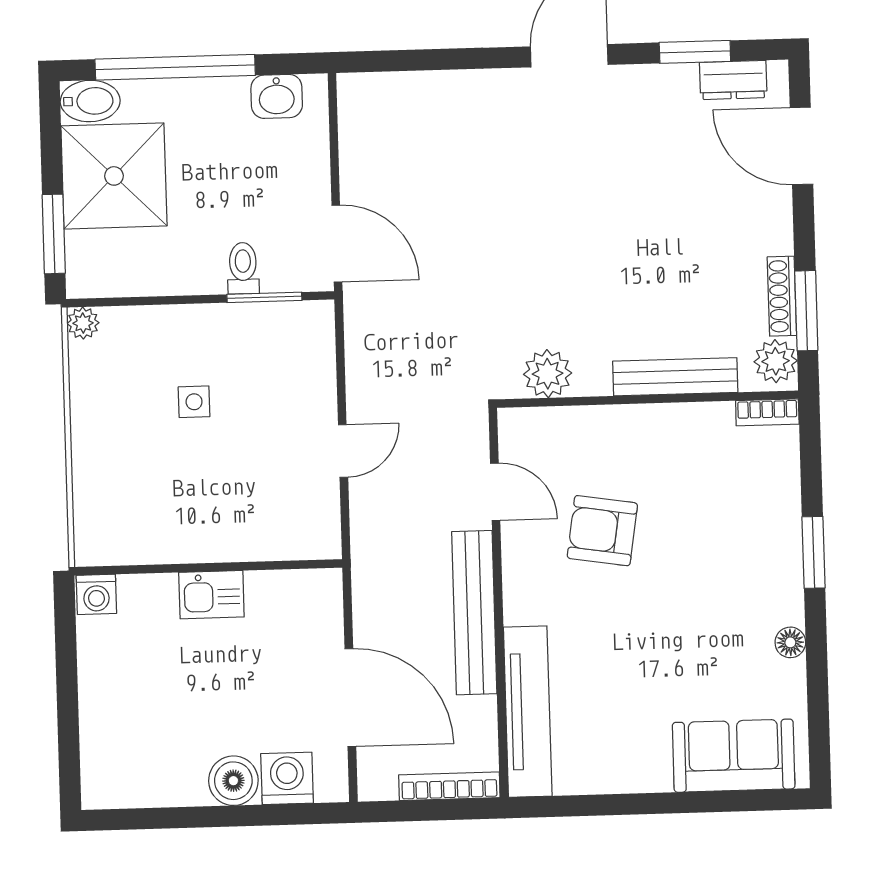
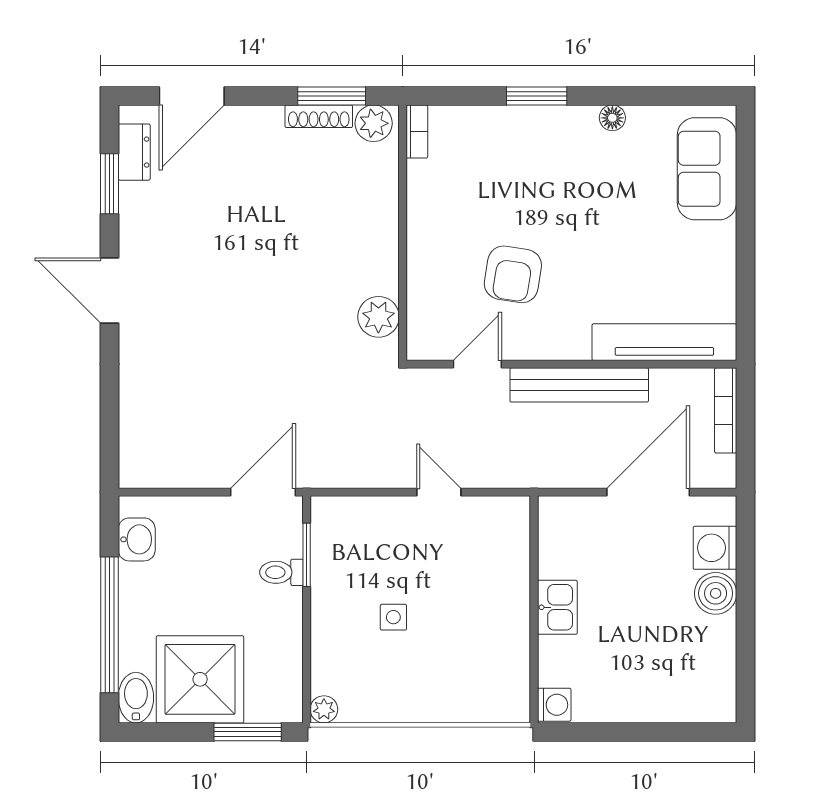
bench: (675, 377) -> (384, 209), removed

